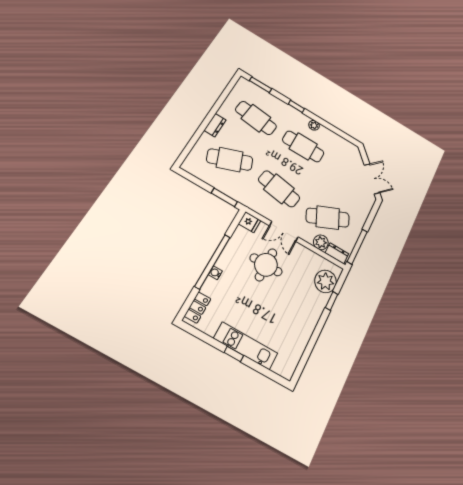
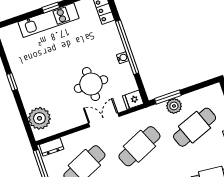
cafe table: (279, 189) -> (139, 146), turned -33
plant: (321, 242) -> (174, 106), moved
water cooler: (215, 273) -> (123, 58), moved
window: (332, 301) -> (12, 82), moved

